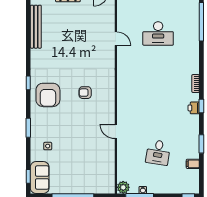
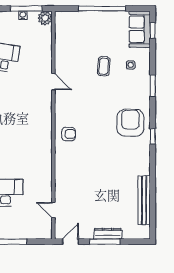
door: (116, 39) -> (53, 210), moved
armchair: (85, 93) -> (69, 134), moved
coffee table: (71, 145) -> (104, 66), added

